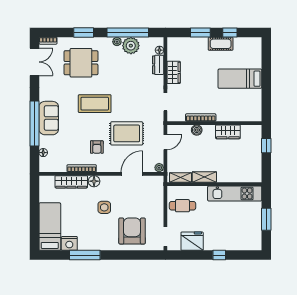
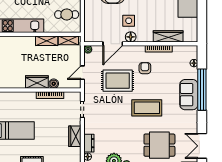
wardrobe: (228, 132) -> (37, 82), moved
floor lamp: (94, 181) -> (131, 37), moved
side table: (104, 207) -> (129, 21), moved

